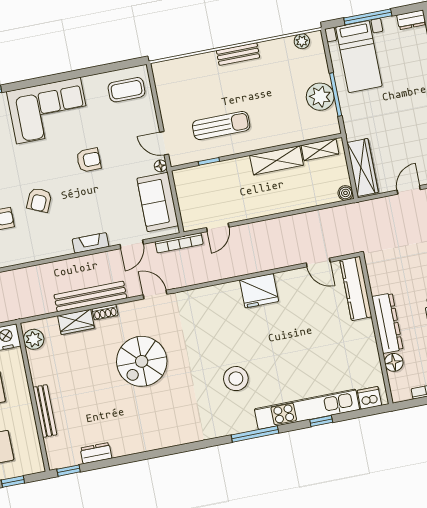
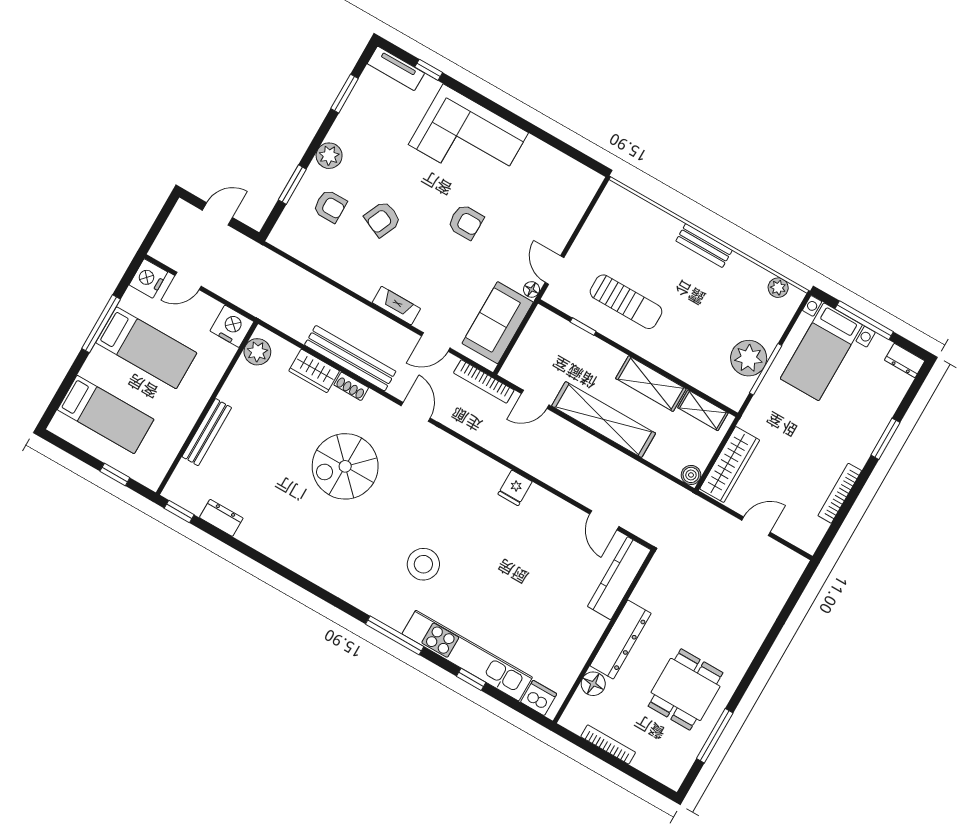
coffee table: (127, 90) -> (563, 185), removed
shelving: (267, 205) -> (604, 420), added
fridge: (259, 291) -> (515, 488), width x0.53, depth x0.75

